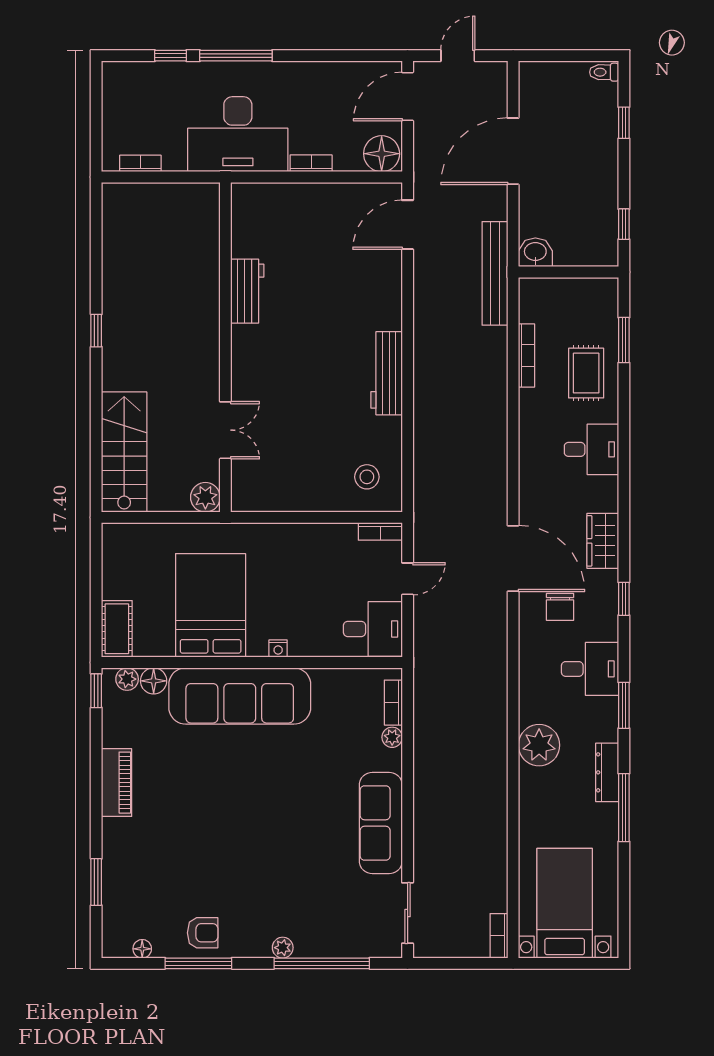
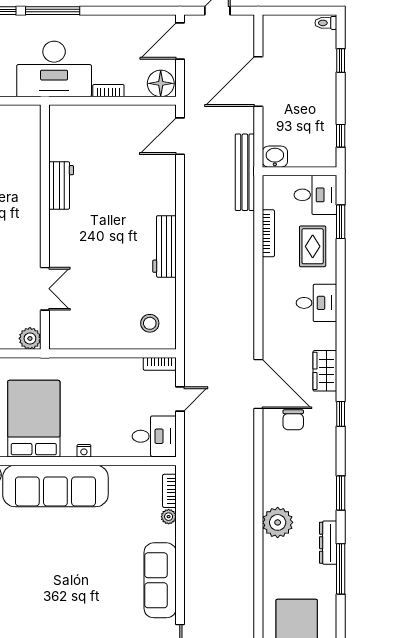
desk: (590, 669) -> (315, 195), moved

